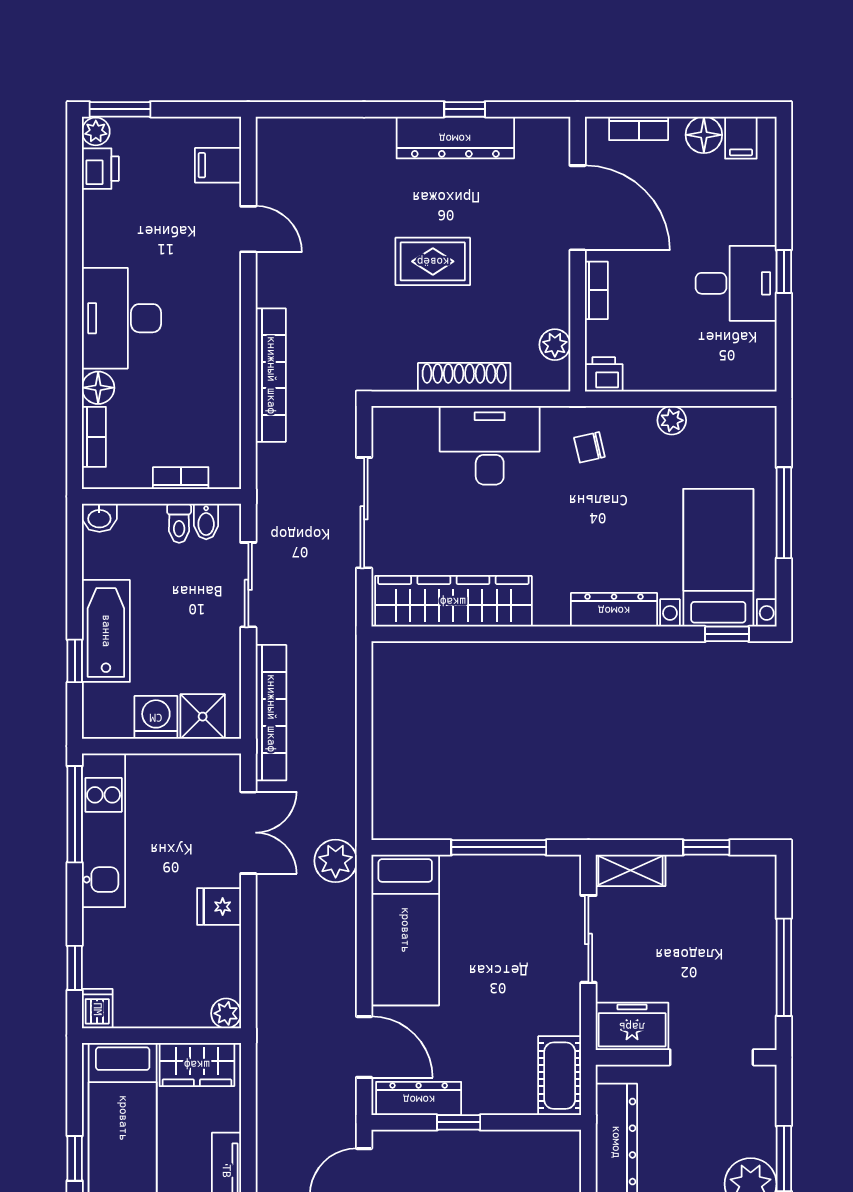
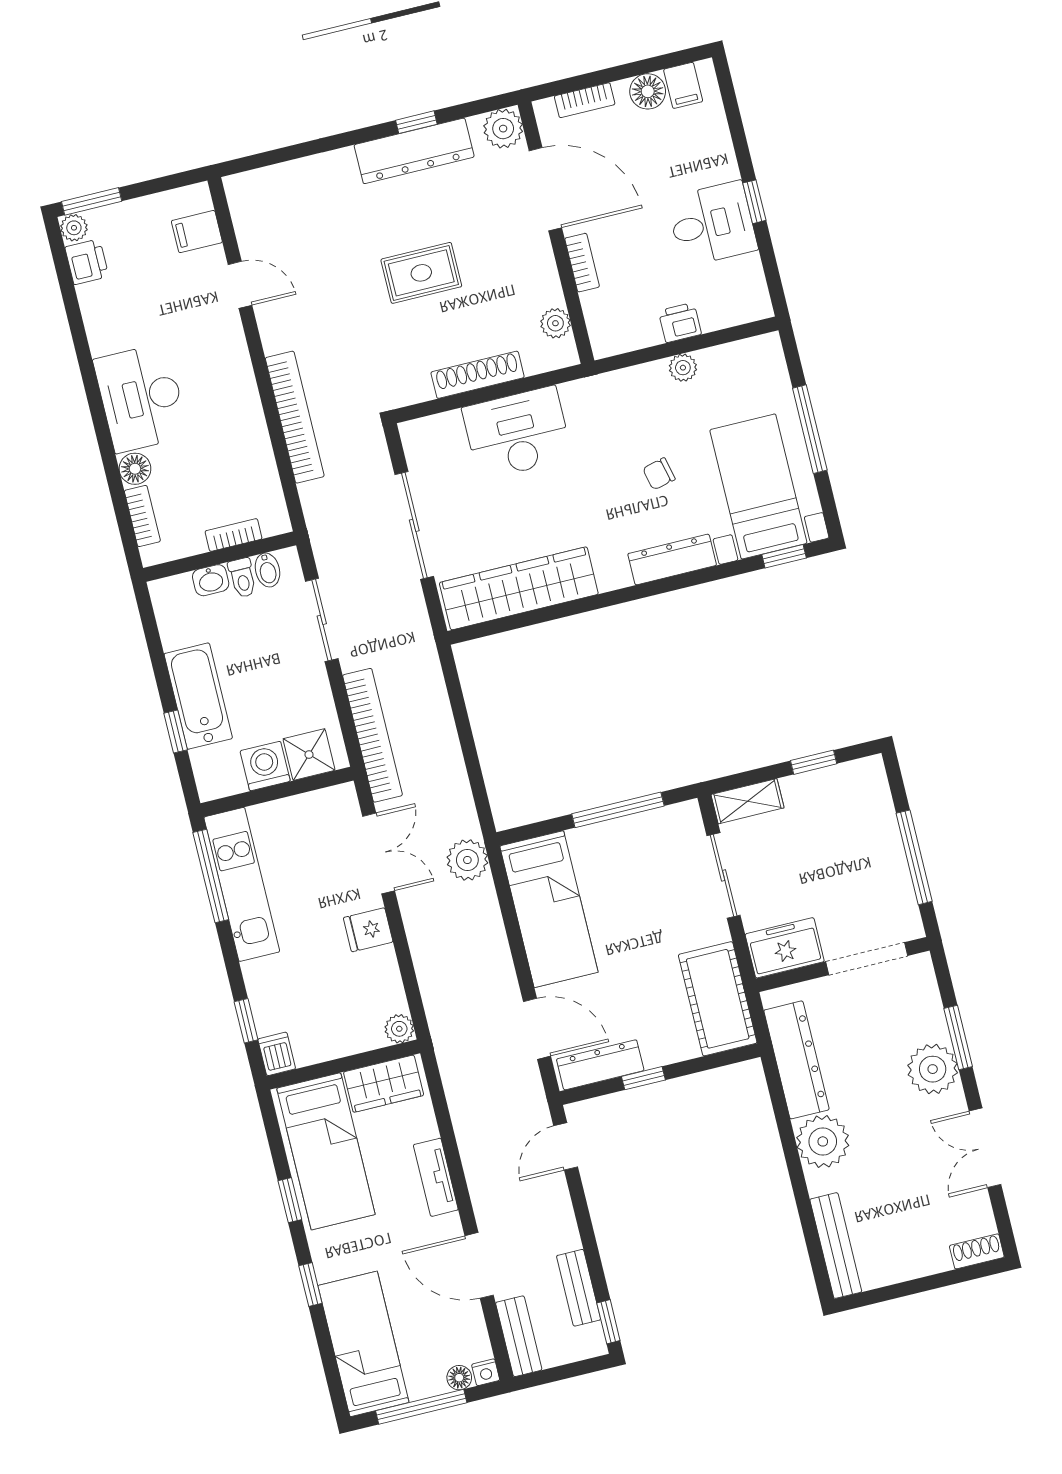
plant: (550, 137) -> (503, 129), added
printer: (604, 374) -> (680, 323), moved
chair: (589, 447) -> (659, 474), moved
washbasin: (99, 518) -> (211, 580), moved
cot: (560, 1076) -> (718, 999), width x1.37, depth x1.34

